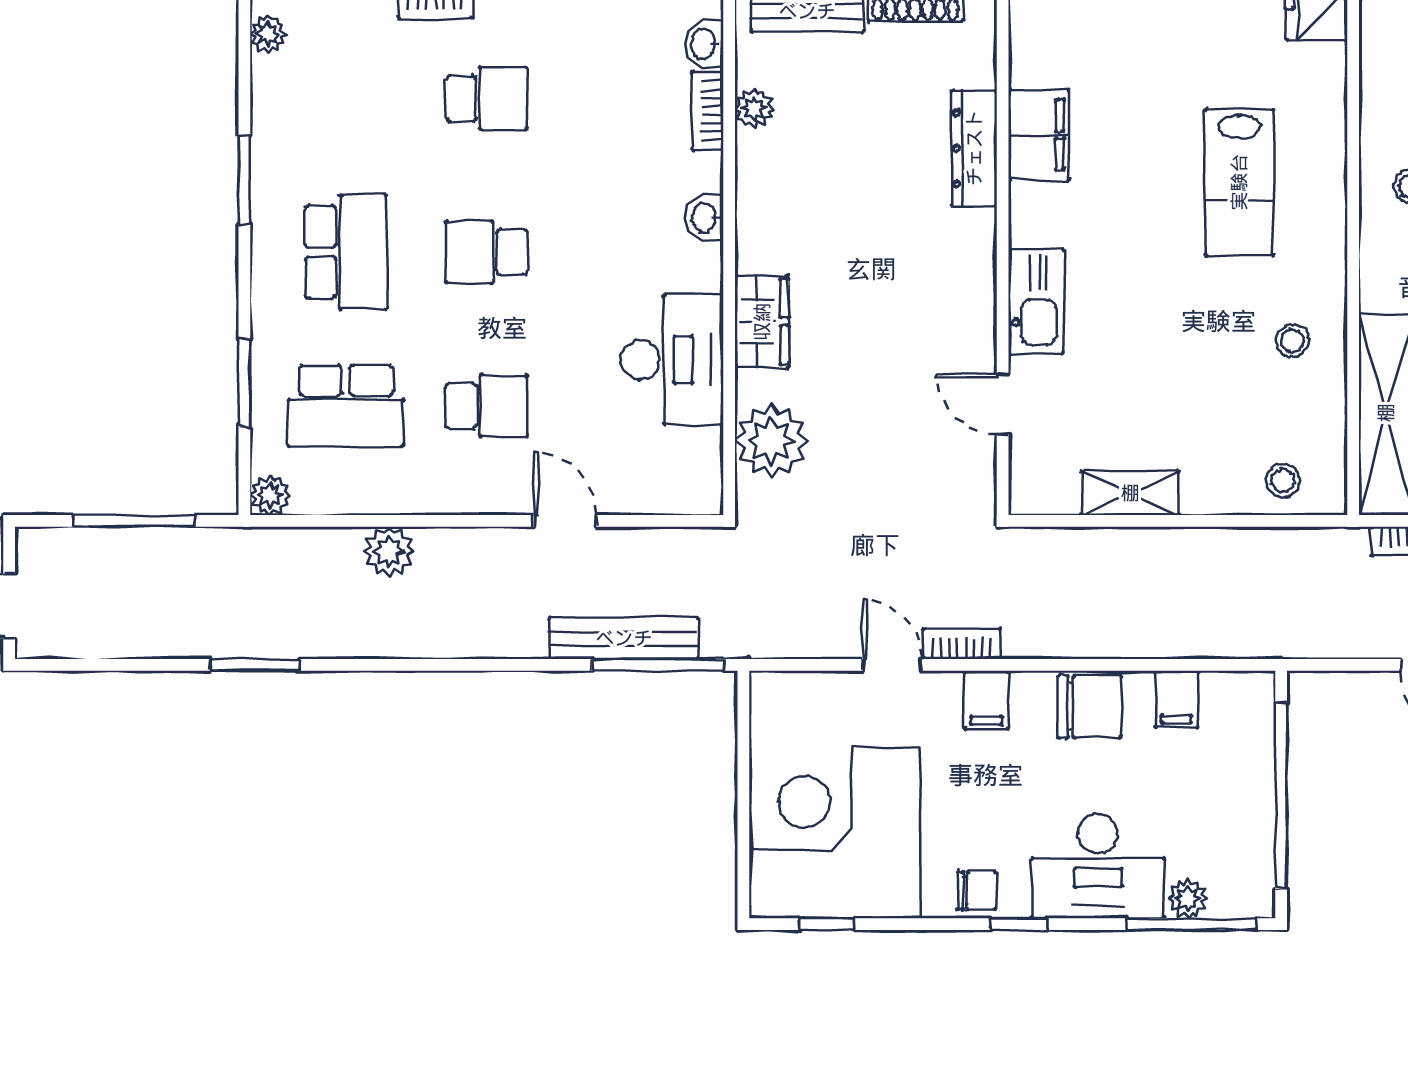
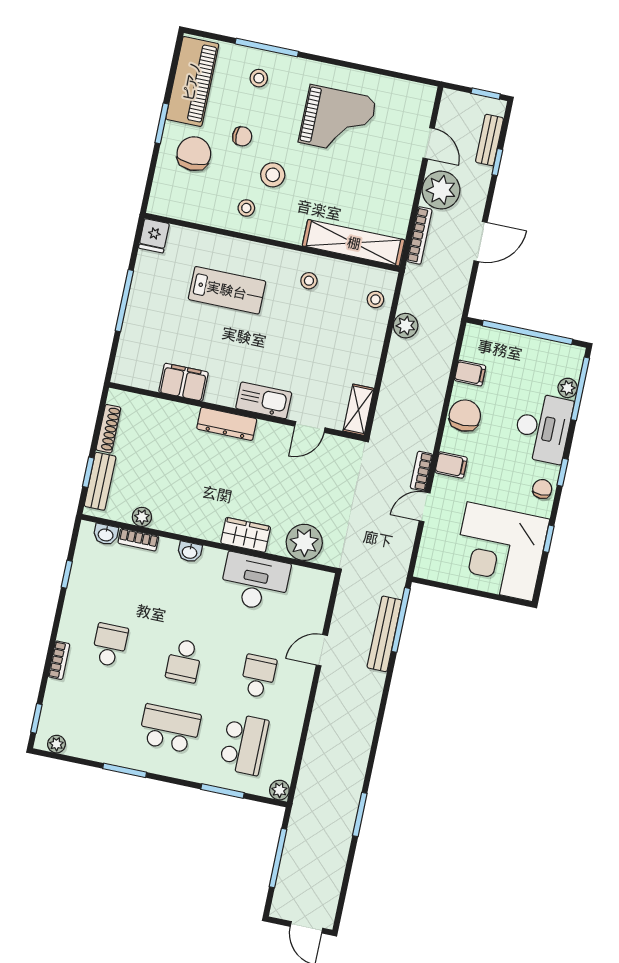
dresser: (974, 148) -> (227, 424), moved
shelving: (1130, 493) -> (358, 410), moved
plant: (389, 551) -> (406, 326), moved
window: (827, 924) -> (549, 539), moved

